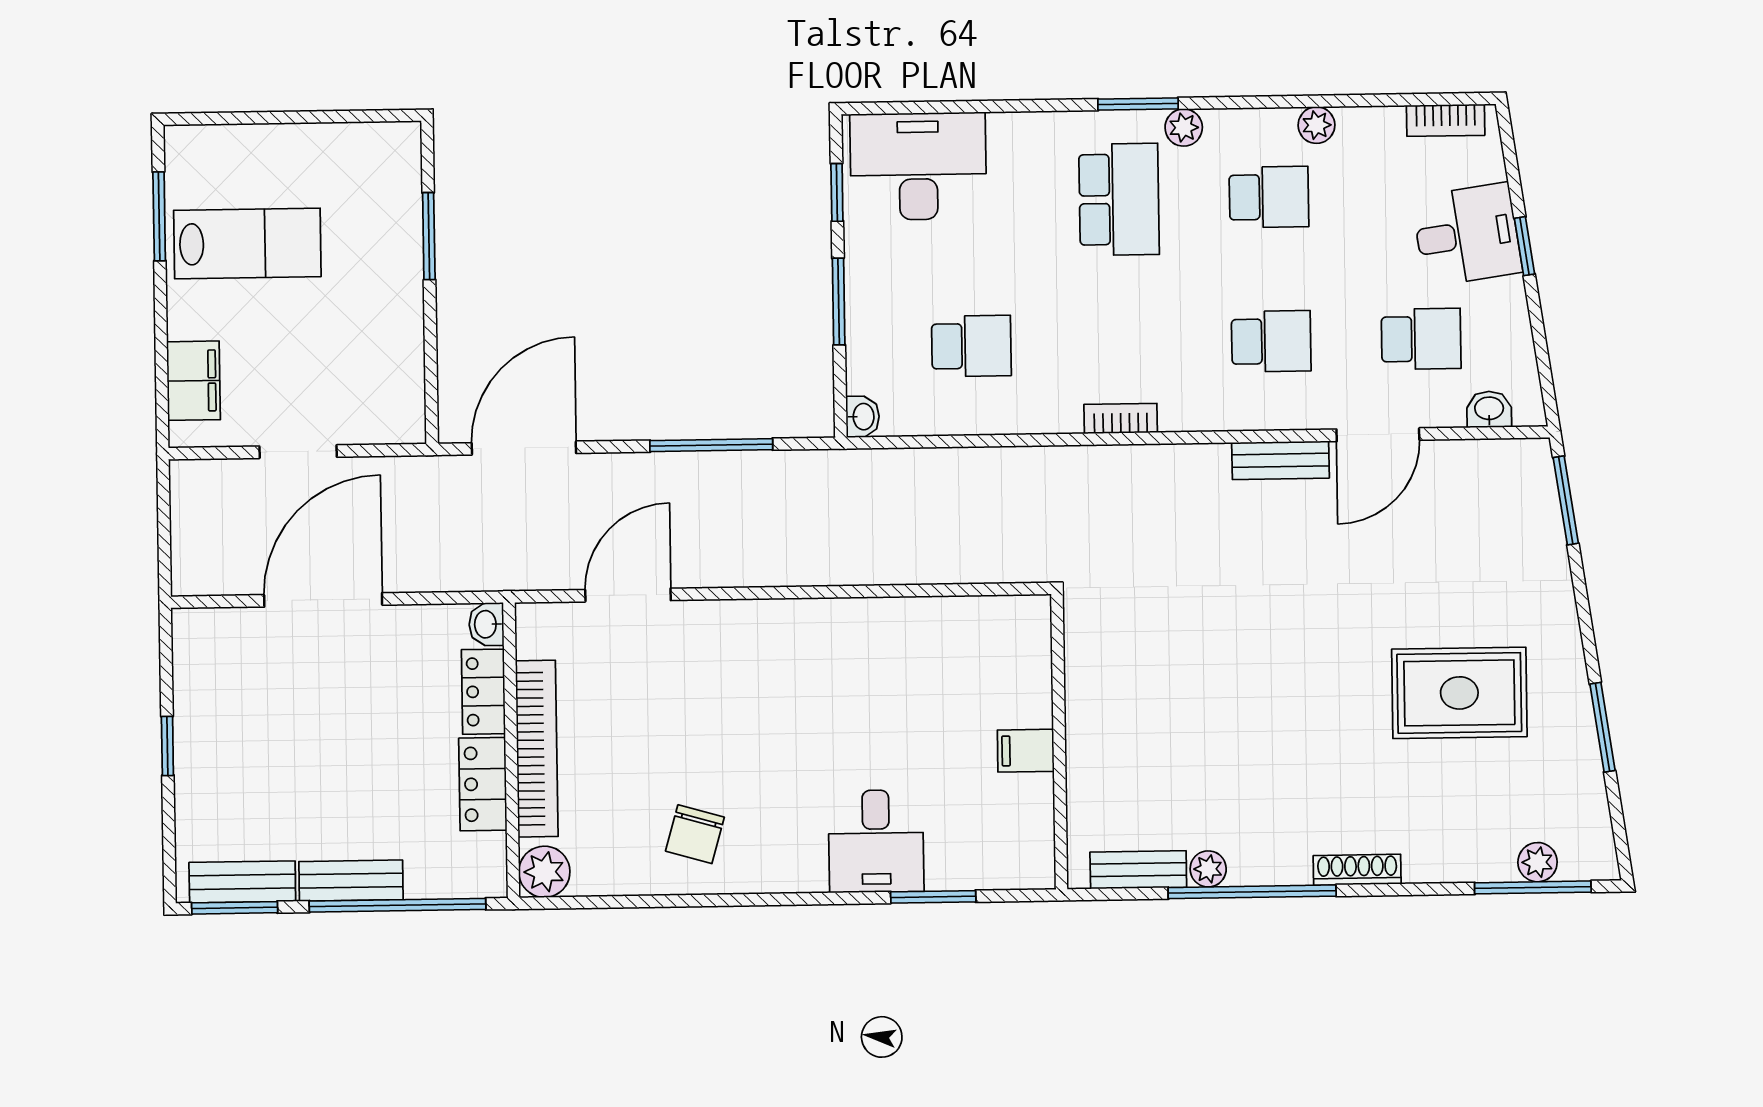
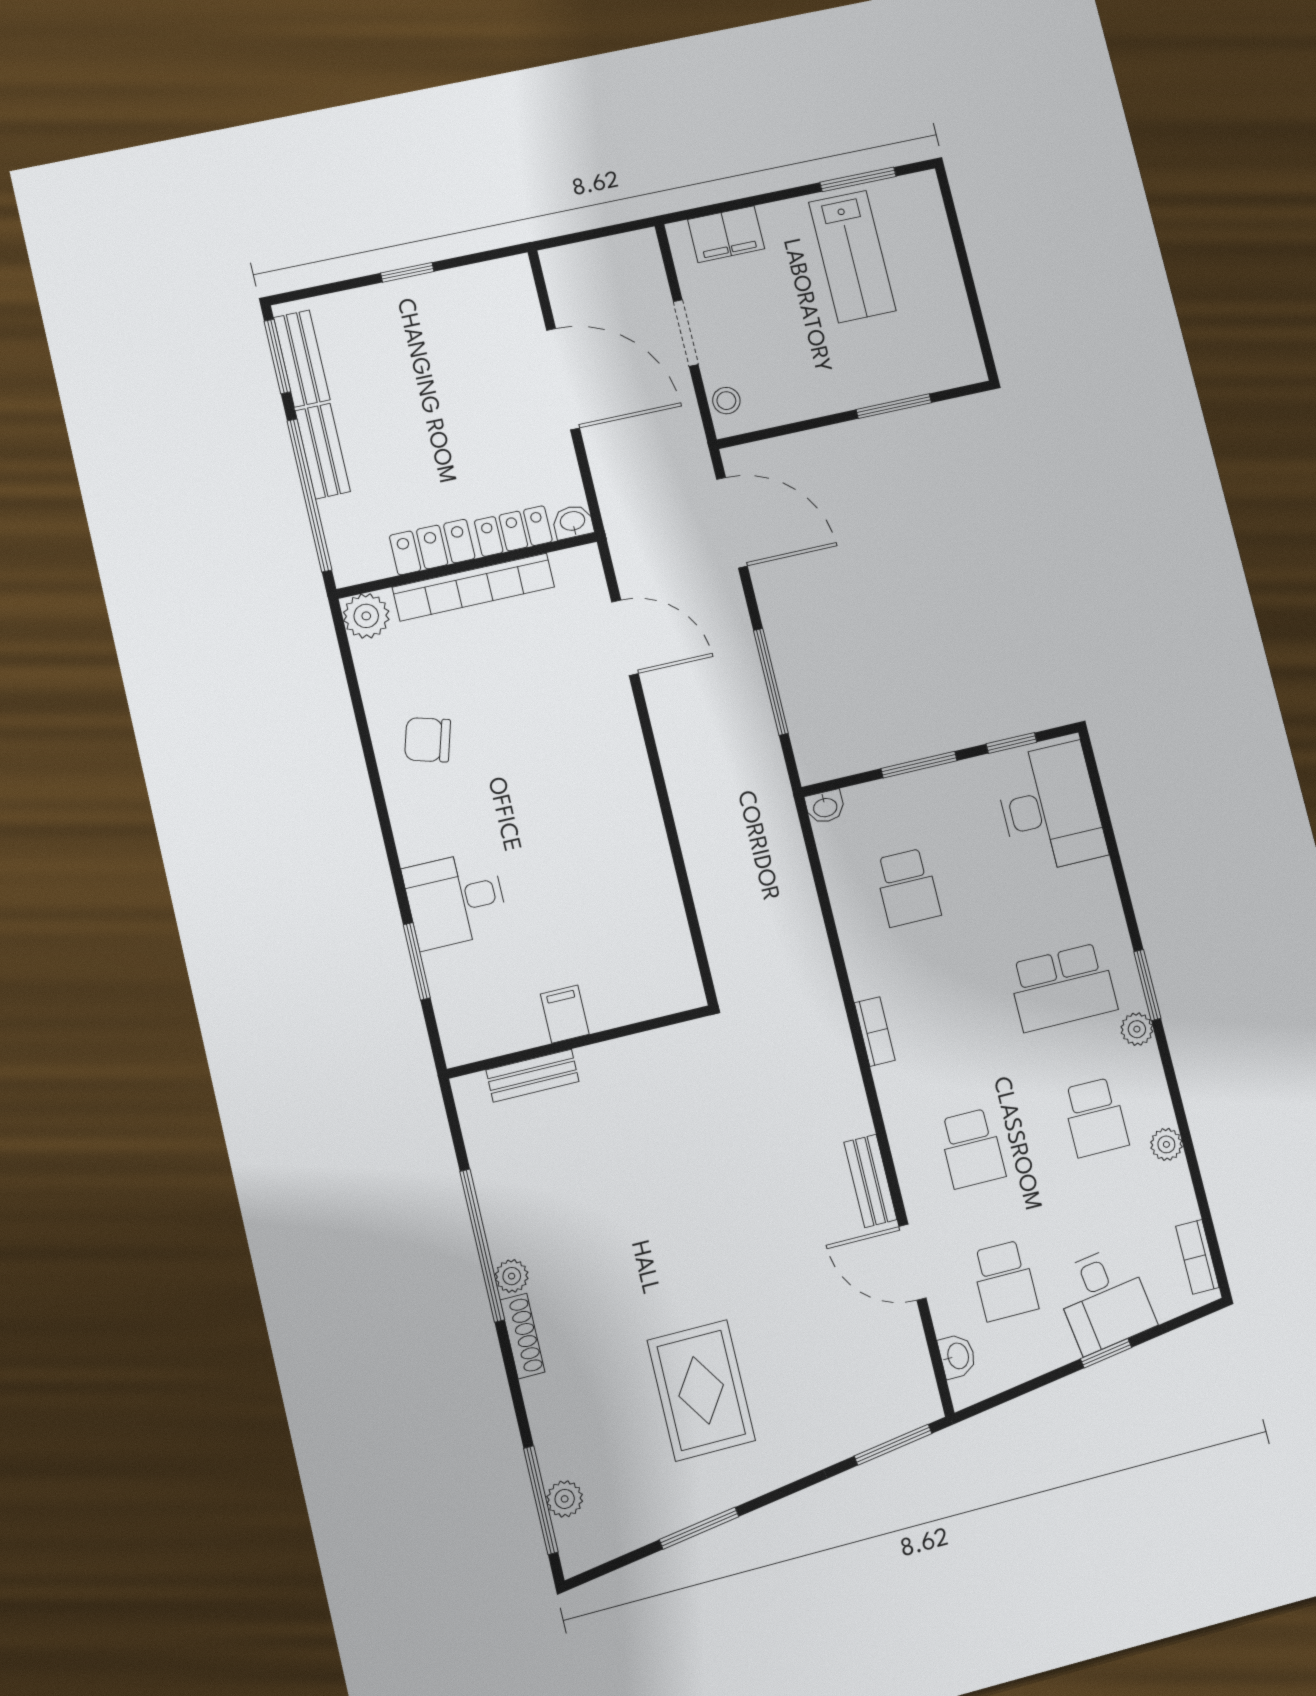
stool: (384, 423) -> (726, 401), added
plant: (1208, 869) -> (512, 1276), moved
bench: (1138, 870) -> (532, 1076), moved, turned 90

